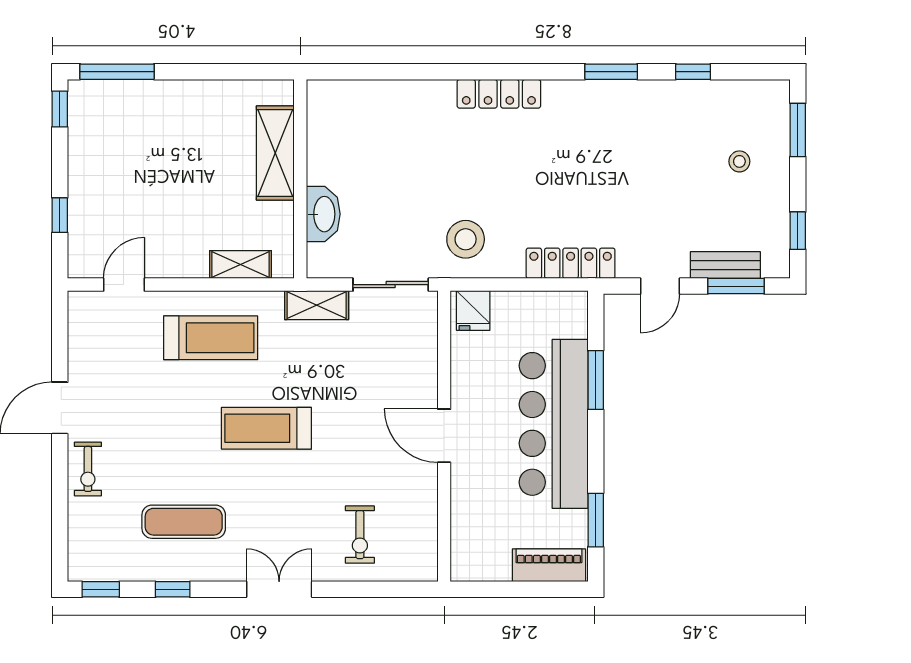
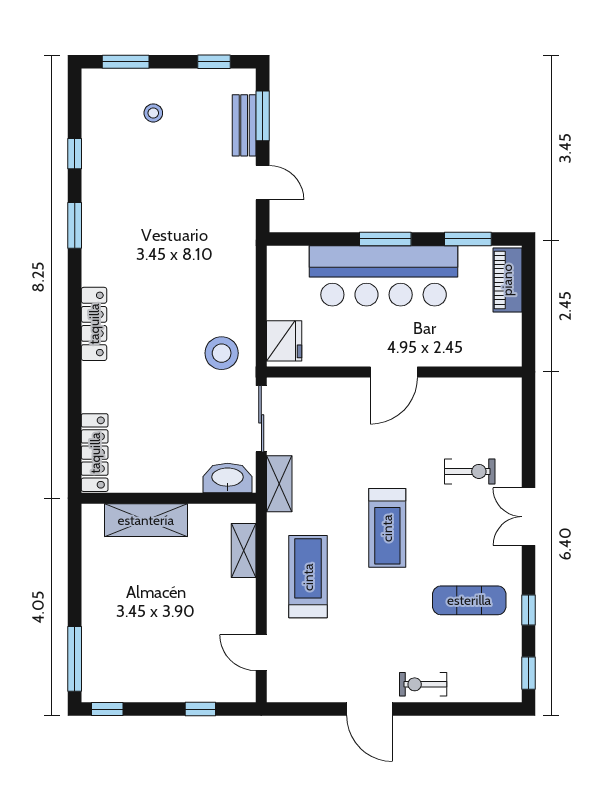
washbasin: (323, 214) -> (228, 478), moved
locker: (571, 263) -> (95, 453), moved, turned 180
fridge: (473, 311) -> (284, 341), width x1.38
window: (596, 380) -> (385, 239), moved
exercise bike: (88, 469) -> (423, 684), turned 180
exercise mat: (184, 522) -> (469, 600), turned 90
exercise bike: (360, 535) -> (470, 471), moved

